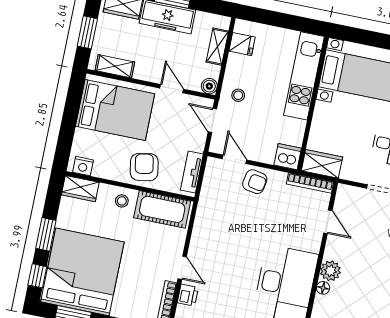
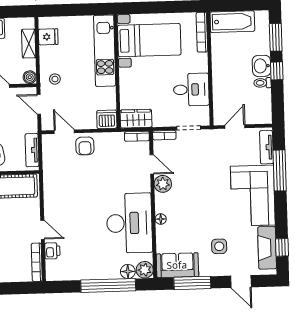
armchair: (255, 182) -> (85, 146), turned 80
bookcase: (310, 183) -> (137, 136), width x0.64
bookcase: (350, 191) -> (164, 135), added
plant: (330, 271) -> (163, 184), moved

